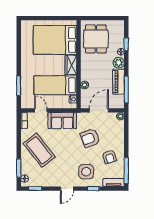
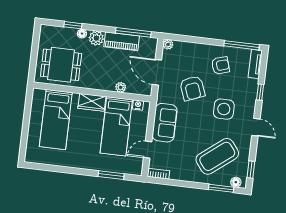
bed: (55, 40) -> (56, 120), width x0.67
coffee table: (39, 150) -> (217, 156), moved
side table: (86, 172) -> (224, 109), moved

